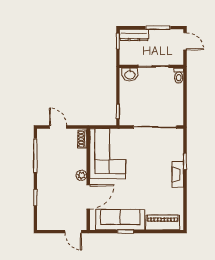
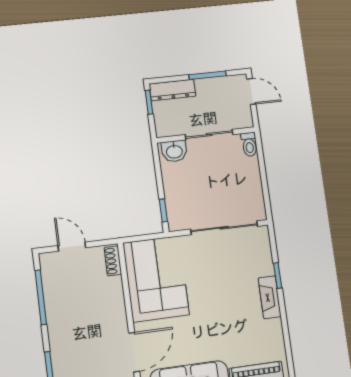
plant: (81, 175) -> (119, 319), removed

